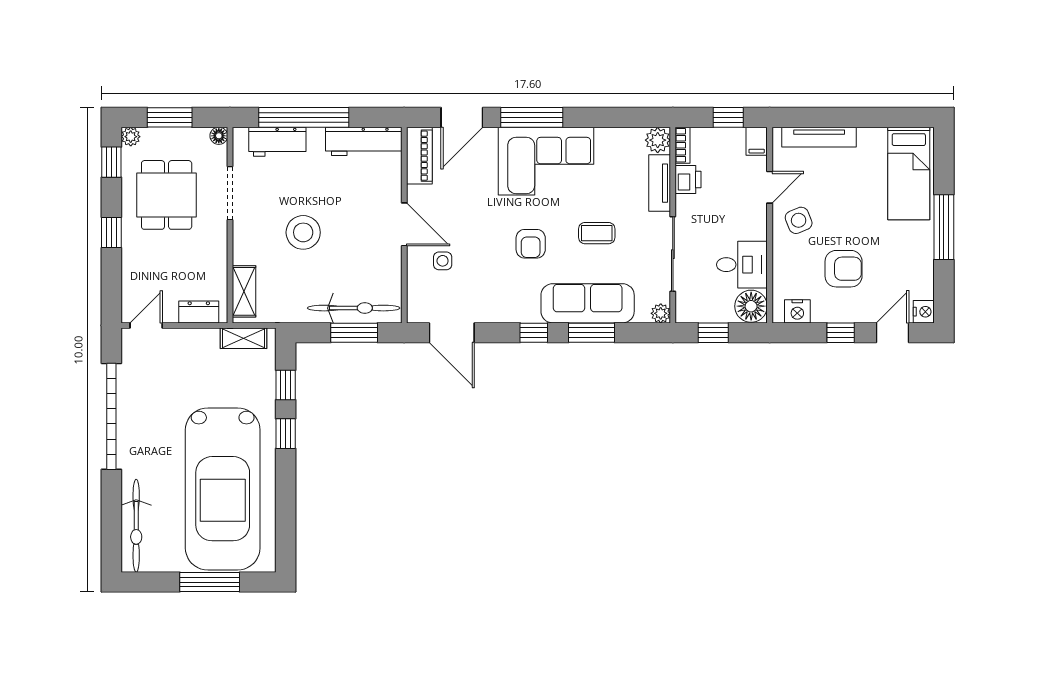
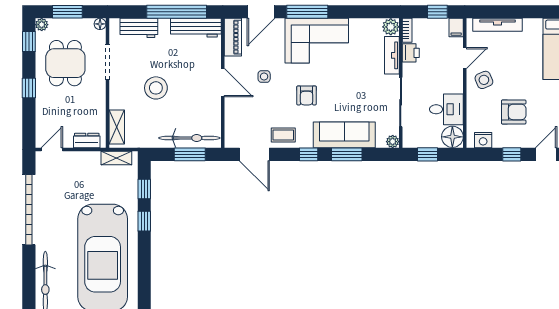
window: (304, 117) -> (177, 12), moved
coffee table: (597, 233) -> (283, 135), moved
side table: (443, 261) -> (264, 76), moved

